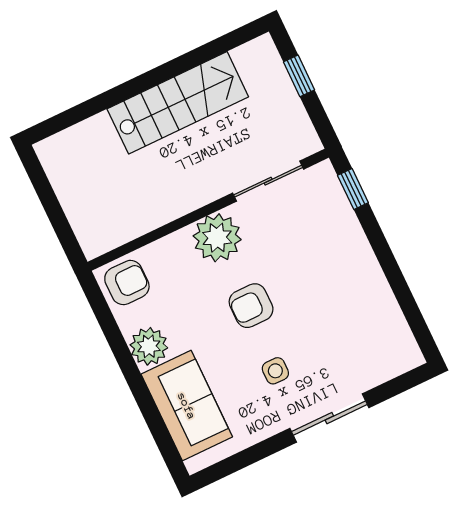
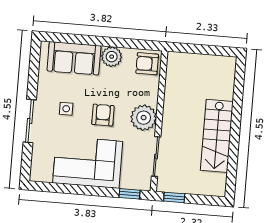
window: (299, 76) -> (174, 197), moved
armchair: (127, 283) -> (147, 64), turned 90
corner sofa: (341, 286) -> (88, 162), added

